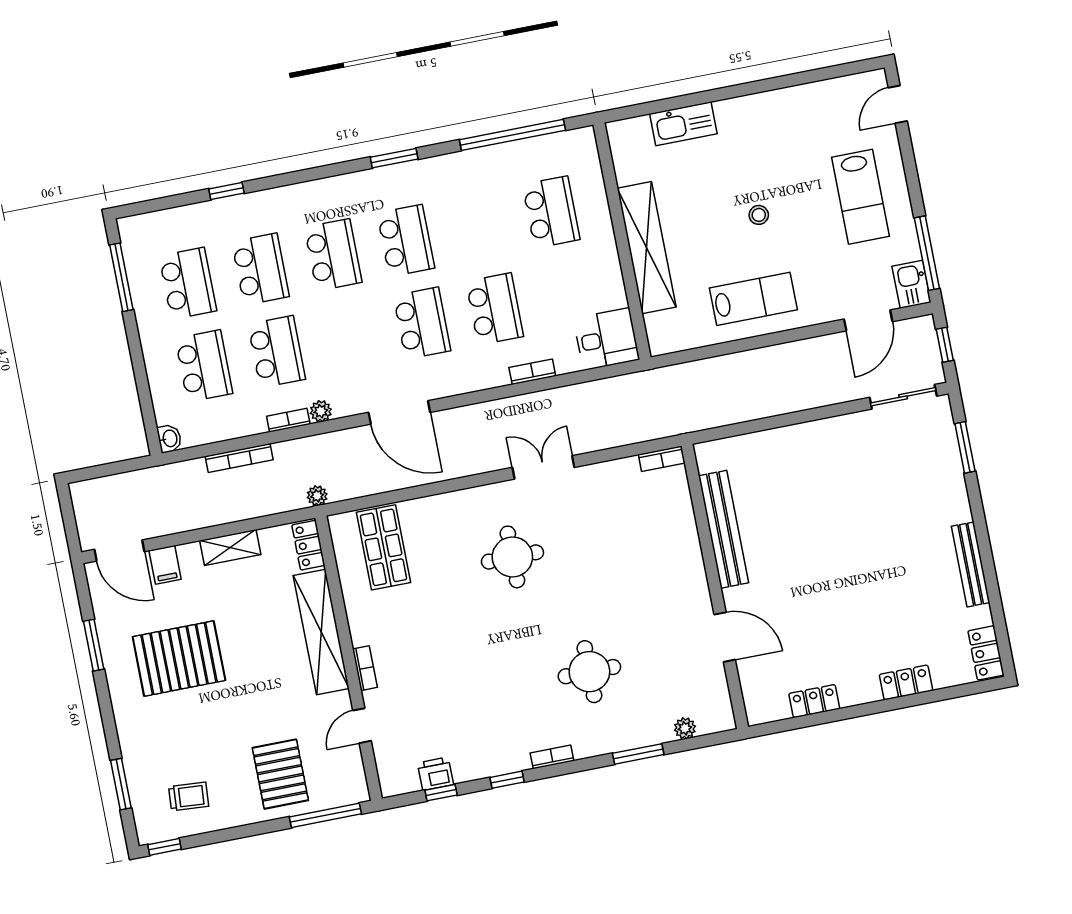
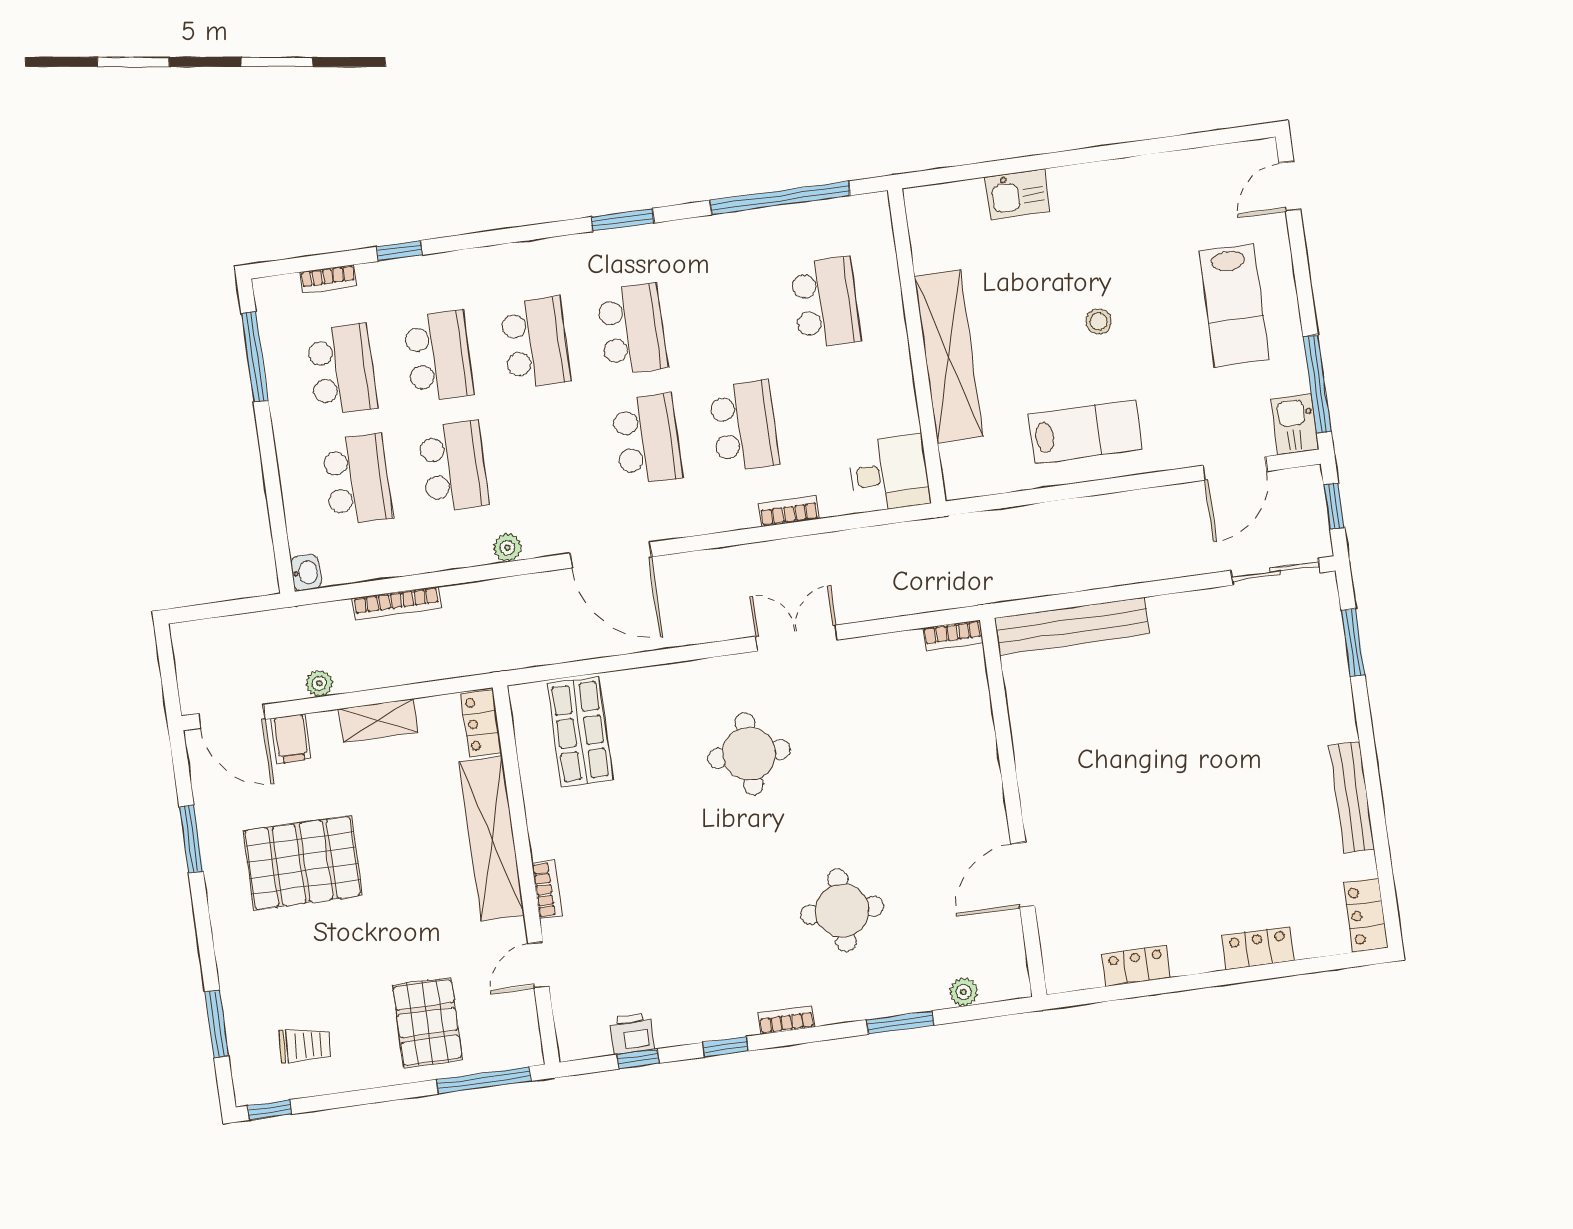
kitchen sink: (683, 124) -> (1017, 194), width x0.73
bookcase: (288, 420) -> (328, 279), moved, turned 180
plant: (317, 496) -> (319, 683), moved
bench: (724, 529) -> (1072, 626), moved, turned 90
door: (725, 637) -> (1023, 875), swing flipped

